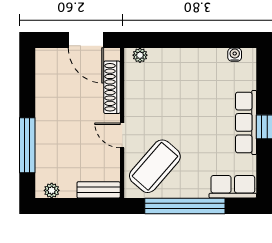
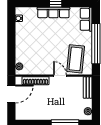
door: (122, 135) -> (60, 76), swing flipped
coffee table: (155, 166) -> (76, 59), turned 55

